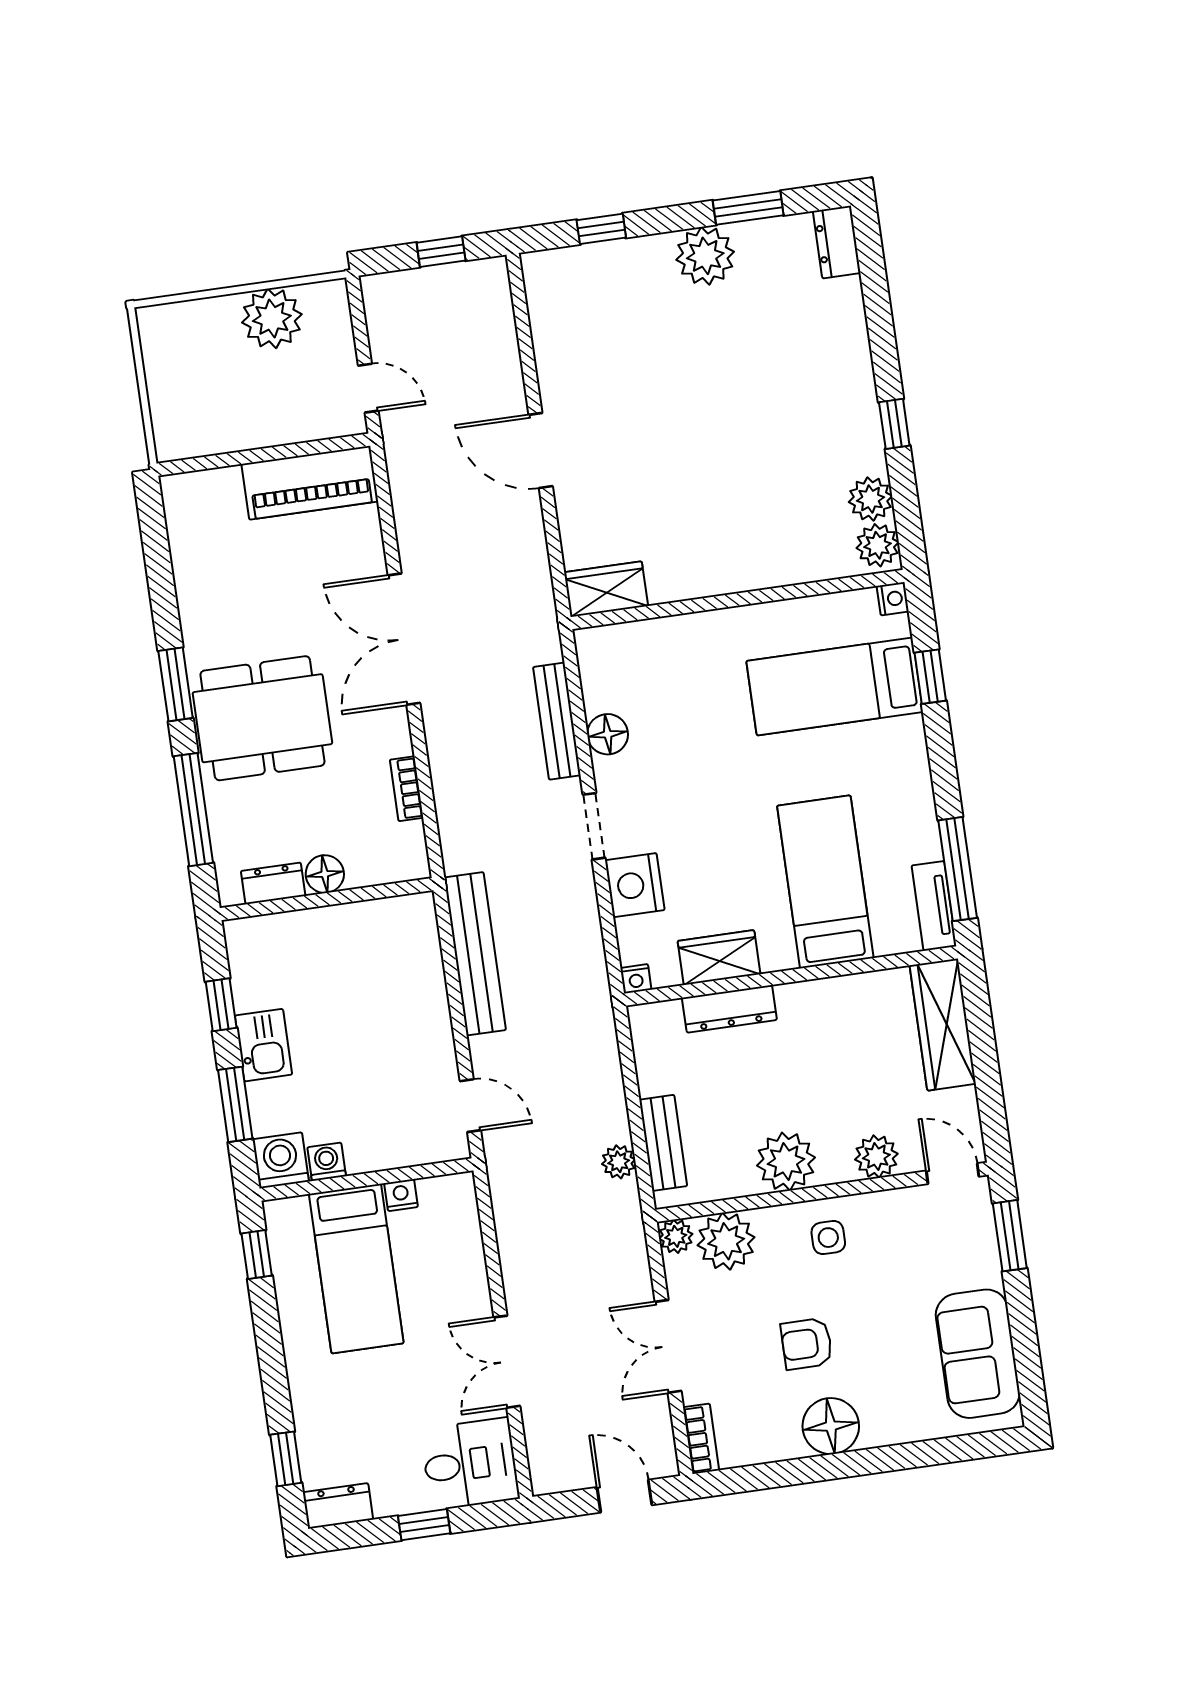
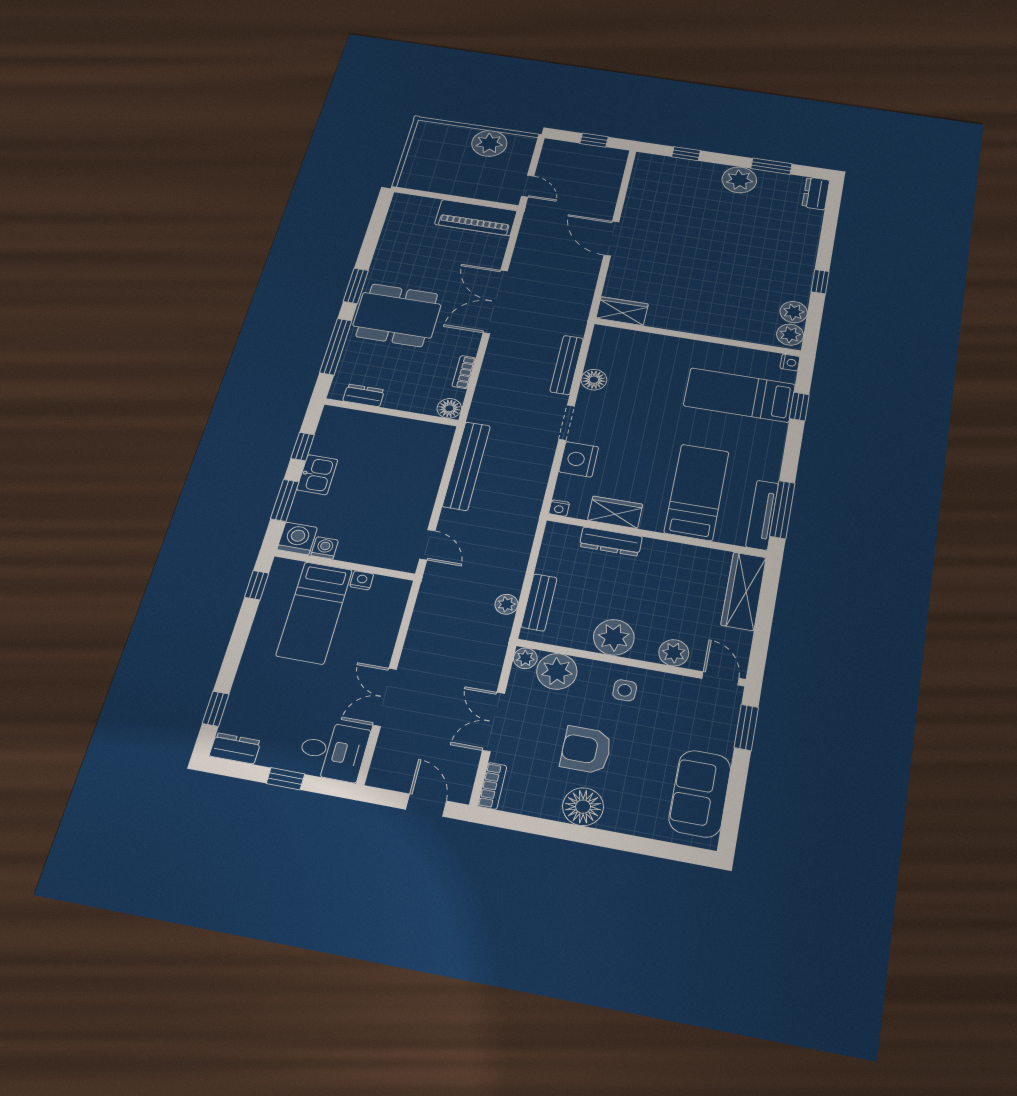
floor lamp: (325, 874) -> (449, 408), moved
tv unit: (934, 906) -> (762, 515), width x1.41
armchair: (807, 1344) -> (586, 750), width x1.38, depth x1.38

